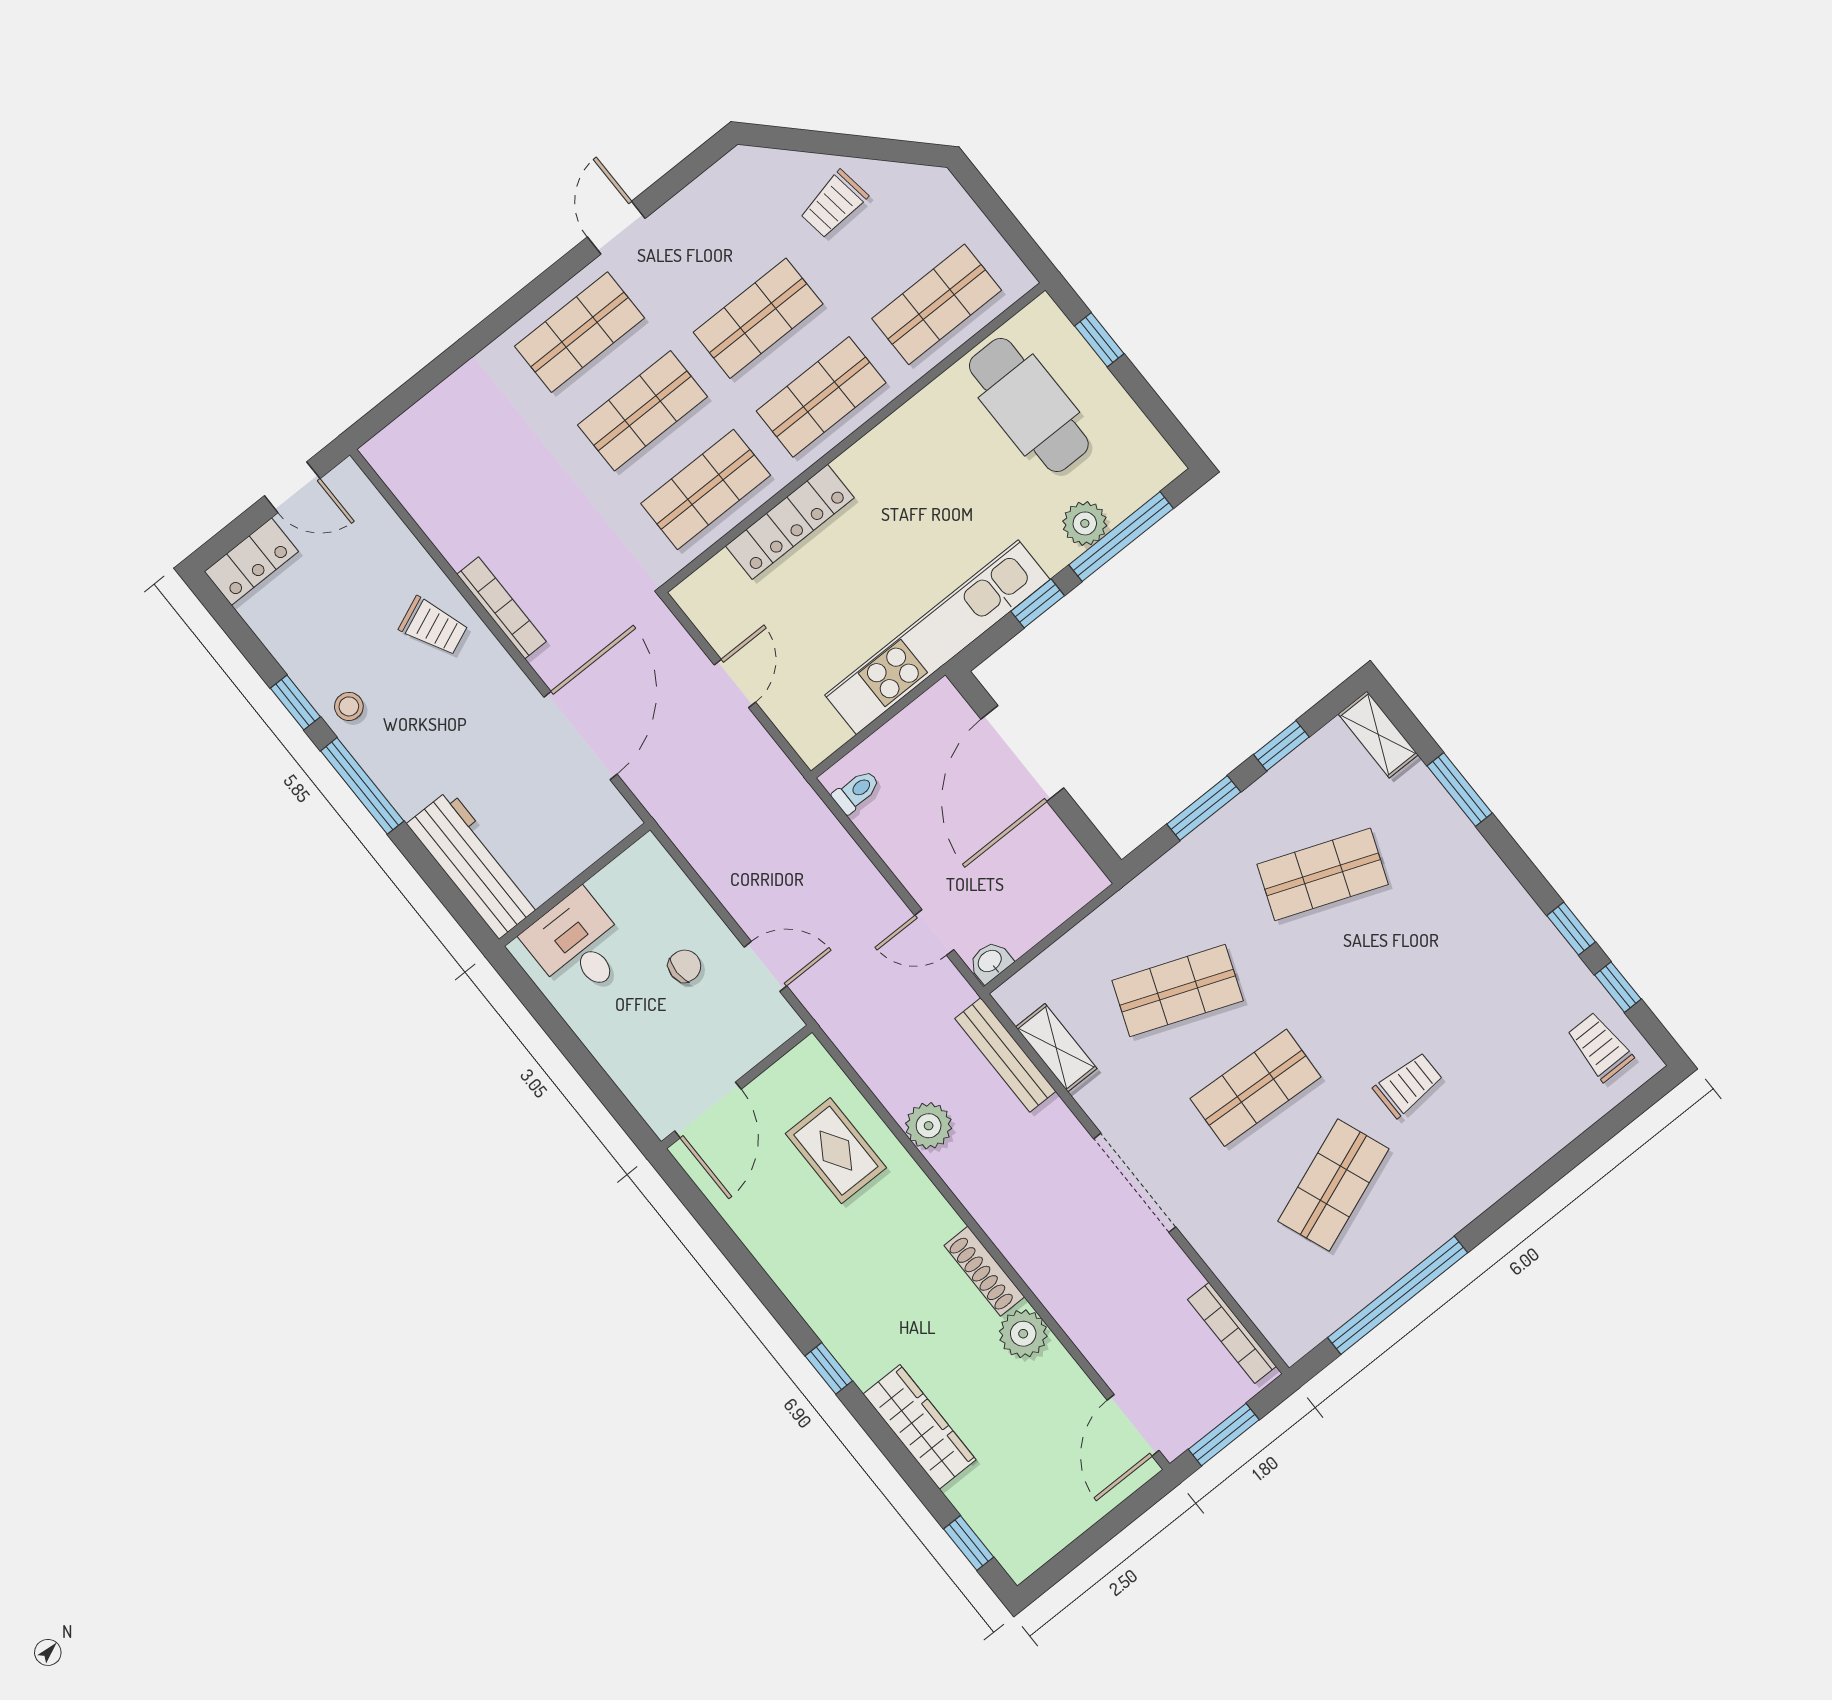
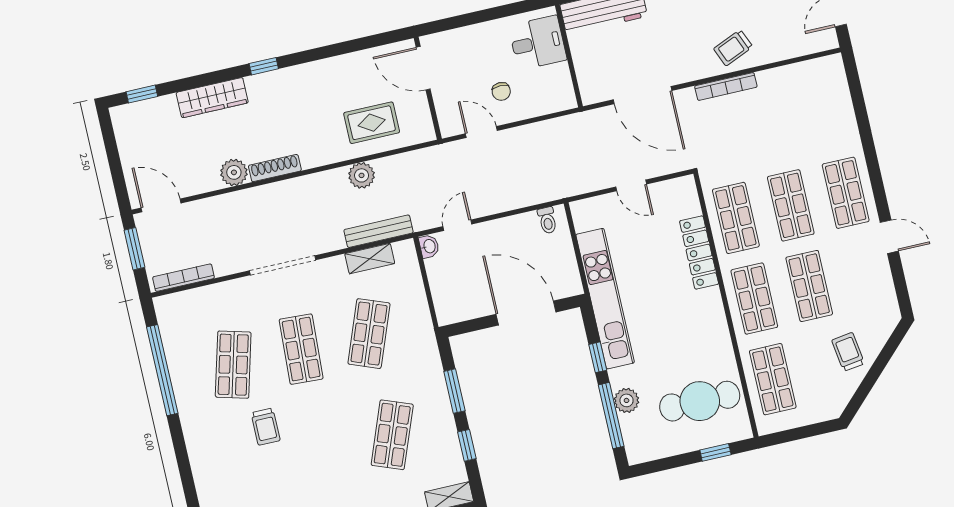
door: (765, 966) -> (481, 132), swing flipped
shop shelf: (1333, 1185) -> (233, 365), turned 36

